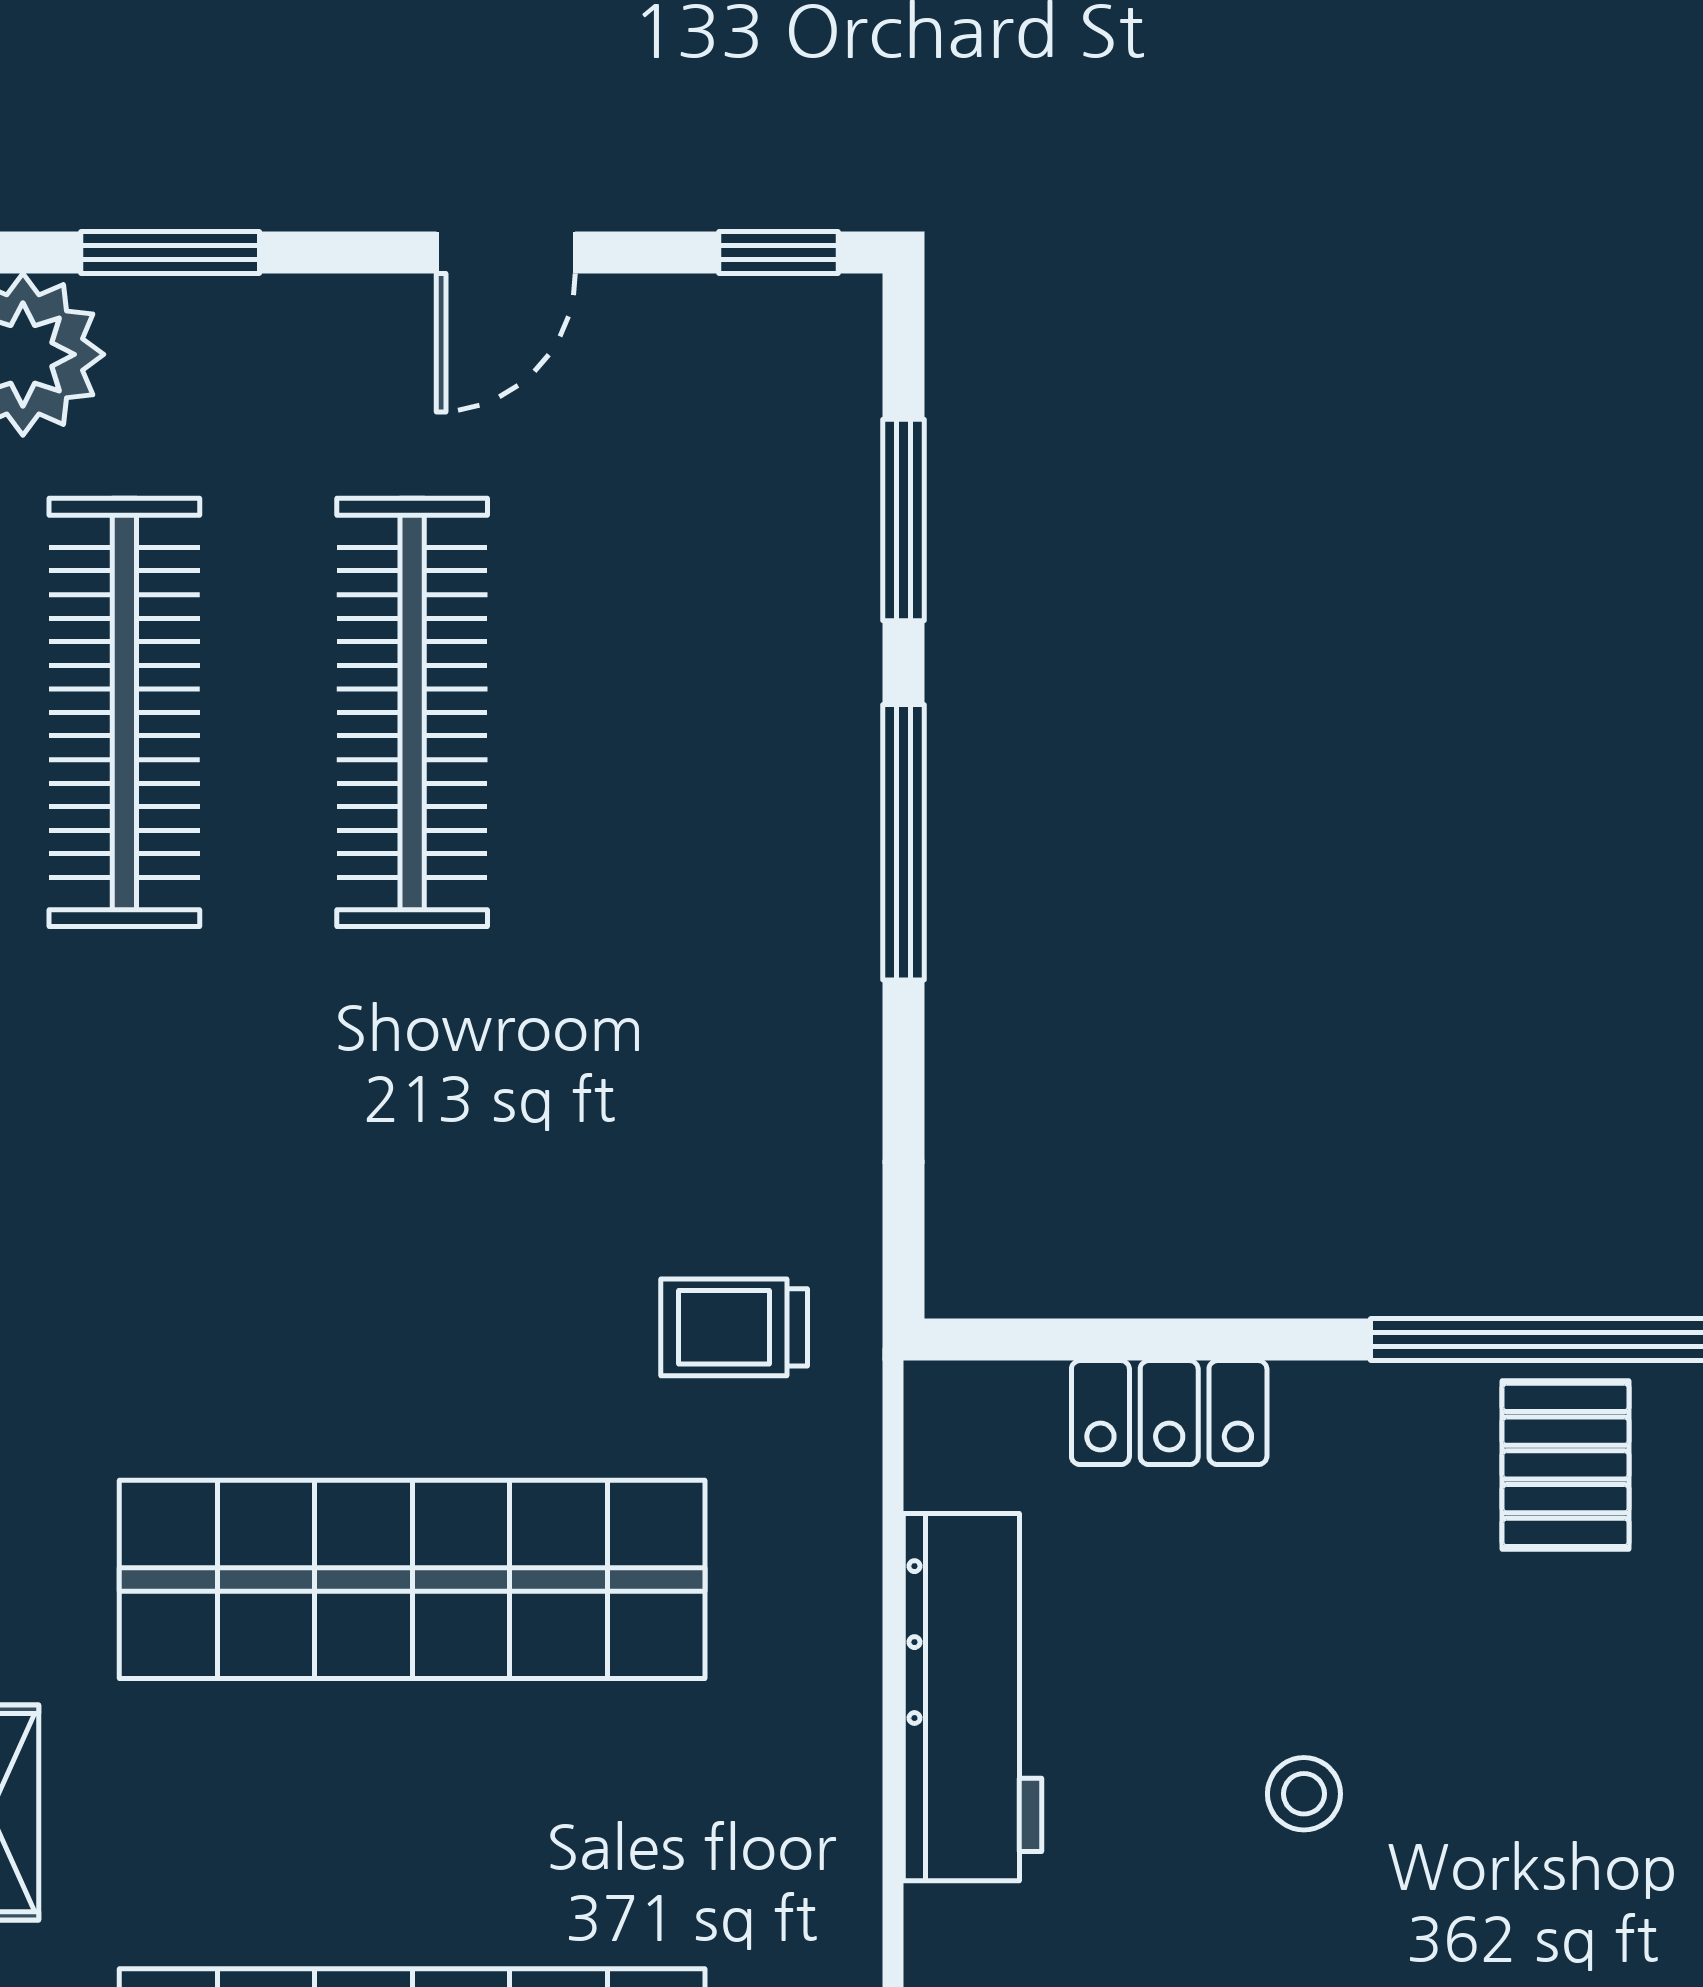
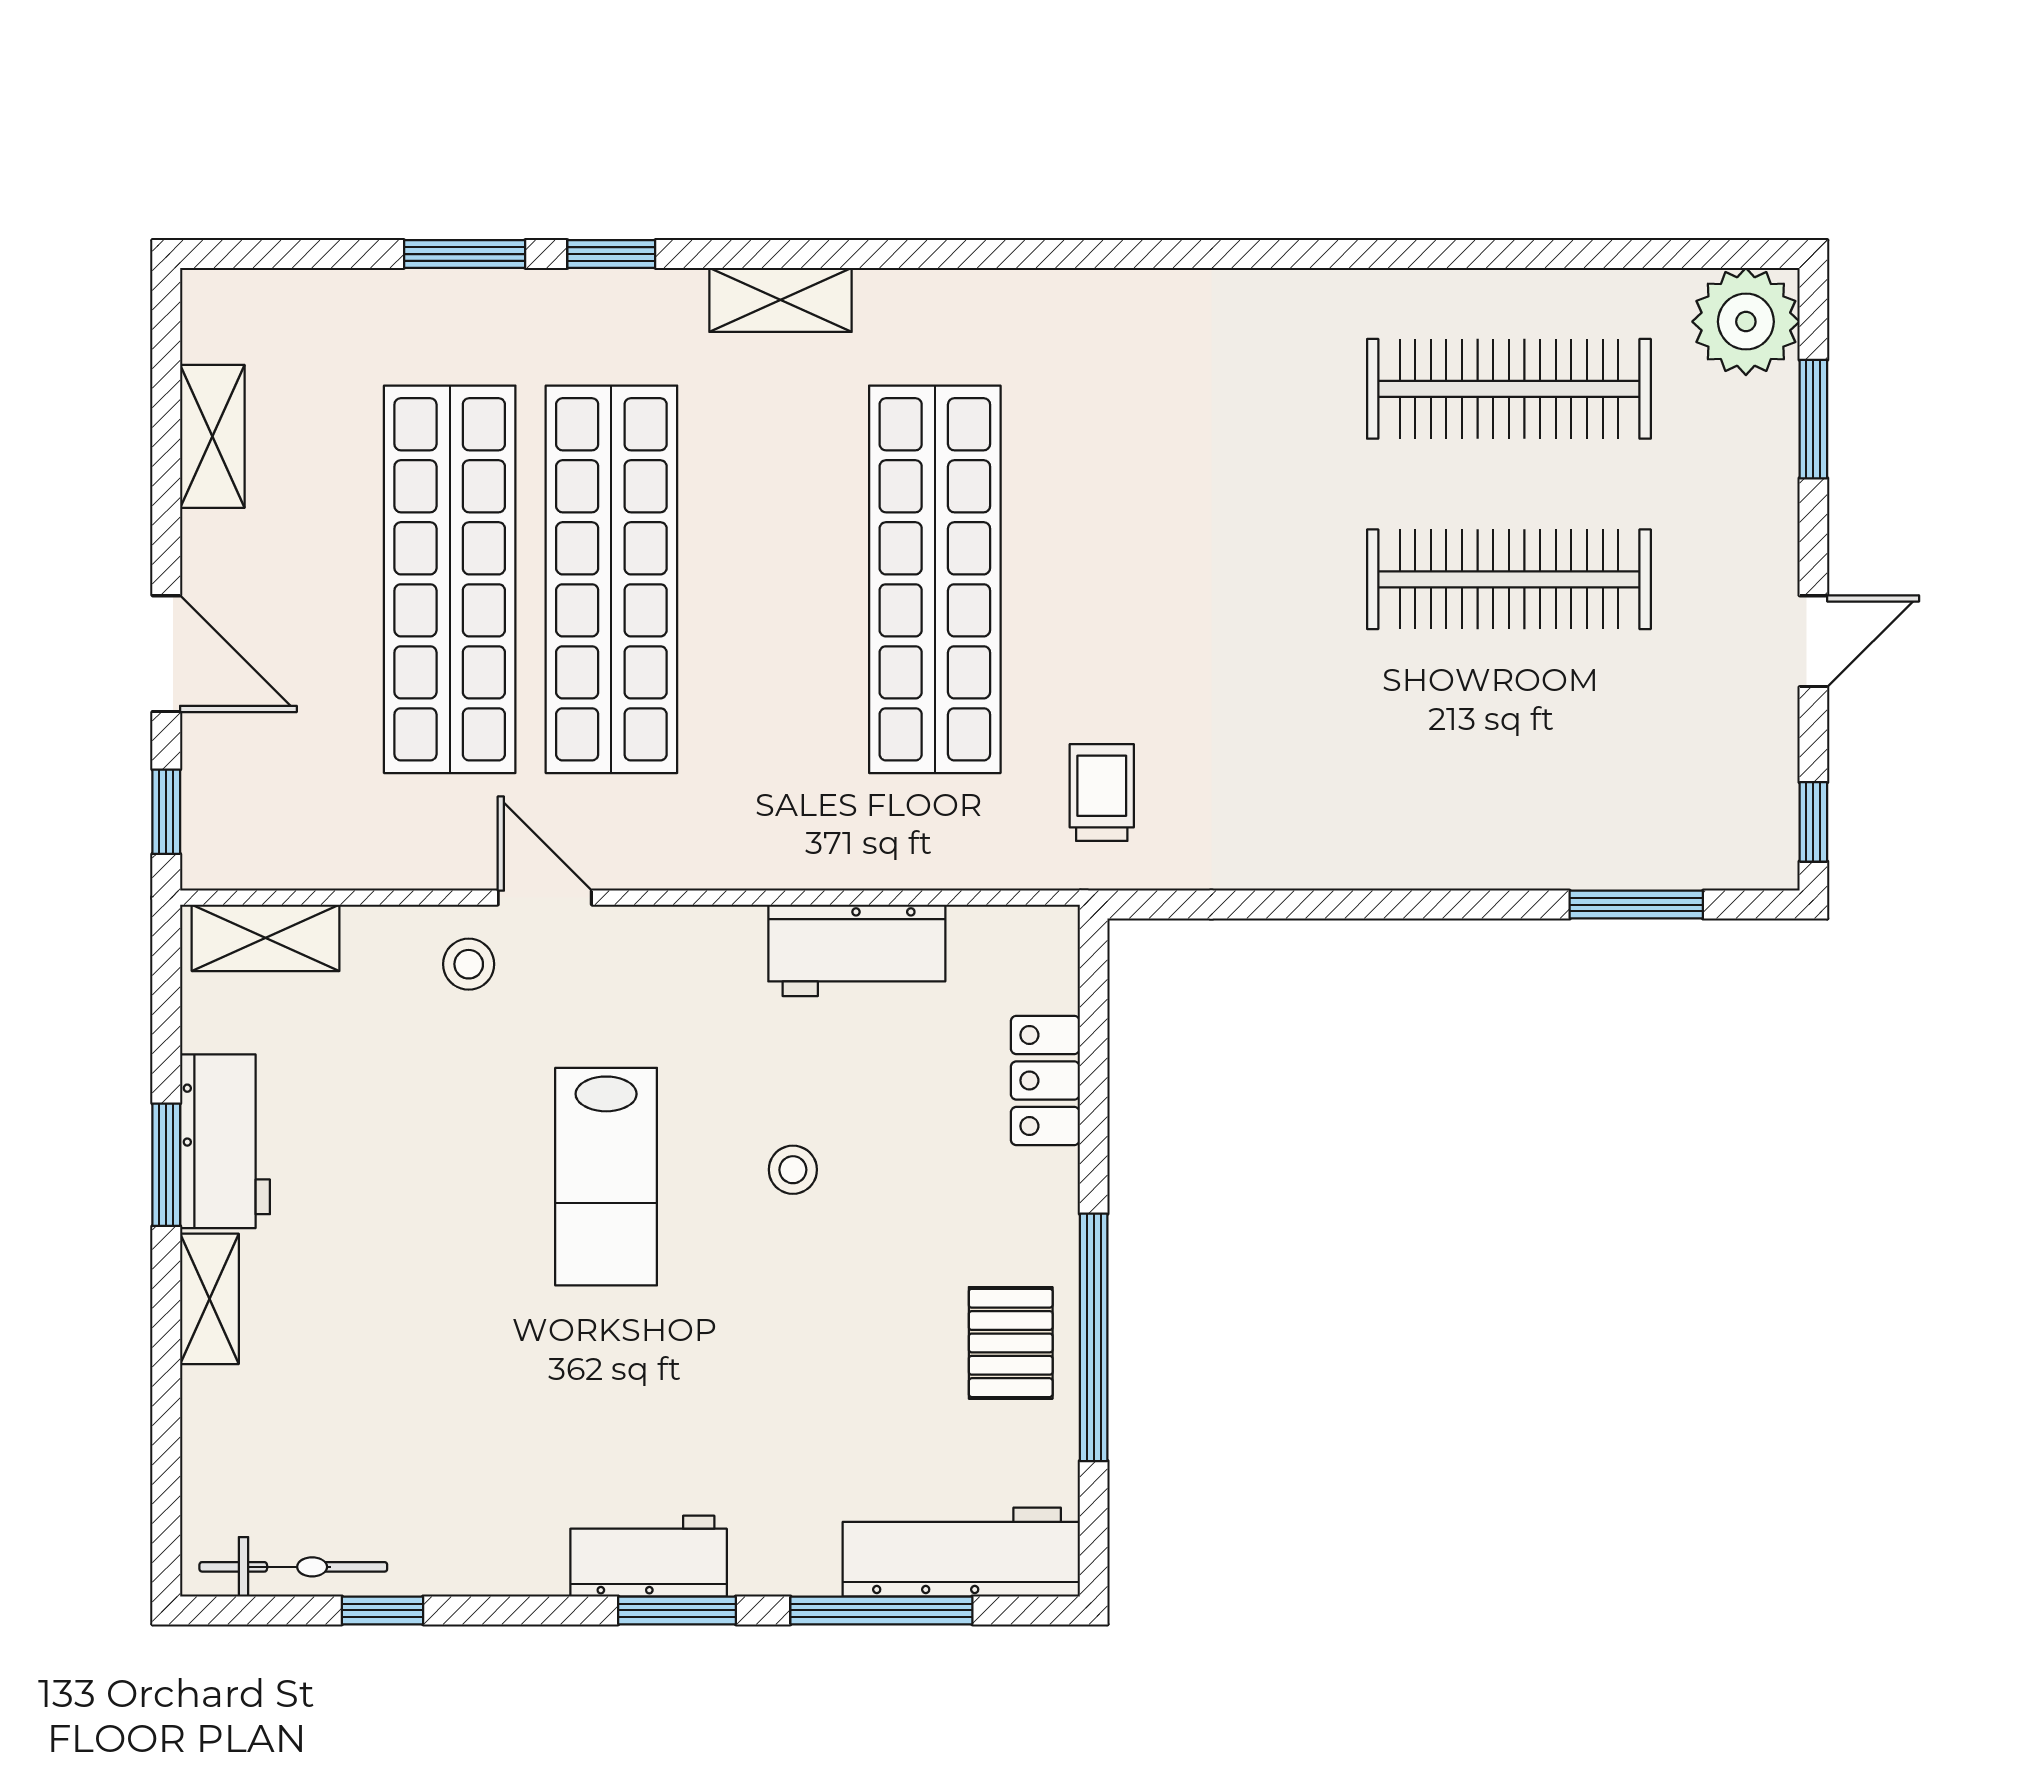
door: (506, 253) -> (1813, 641), swing flipped
window: (903, 842) -> (1423, 905), removed
pallet: (1566, 1465) -> (1011, 1343), turned 90
workbench: (972, 1697) -> (857, 950), width x0.73

